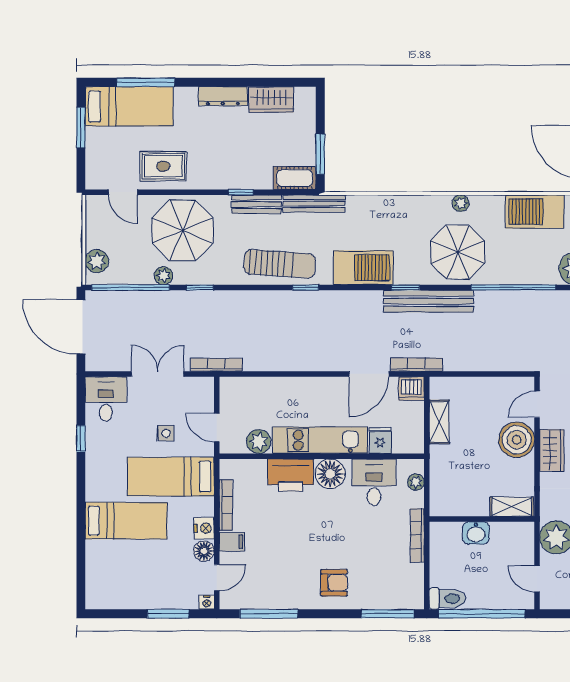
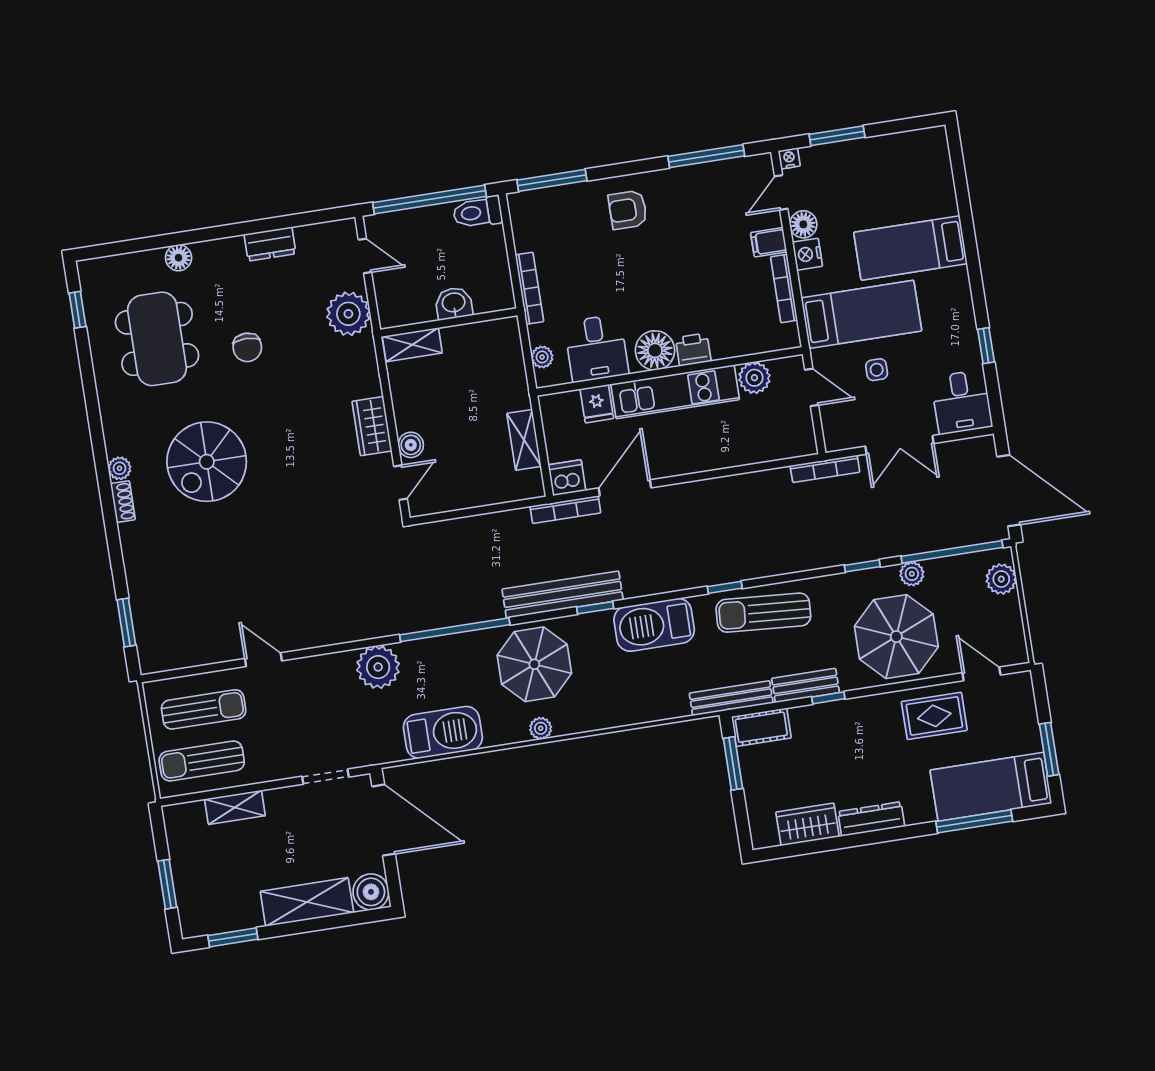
boiler: (517, 440) -> (411, 445), width x0.54, depth x0.54
printer: (291, 475) -> (693, 350), width x0.53, depth x0.68

